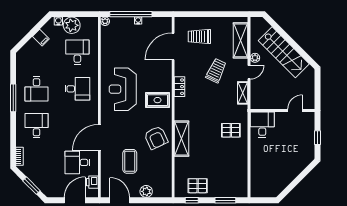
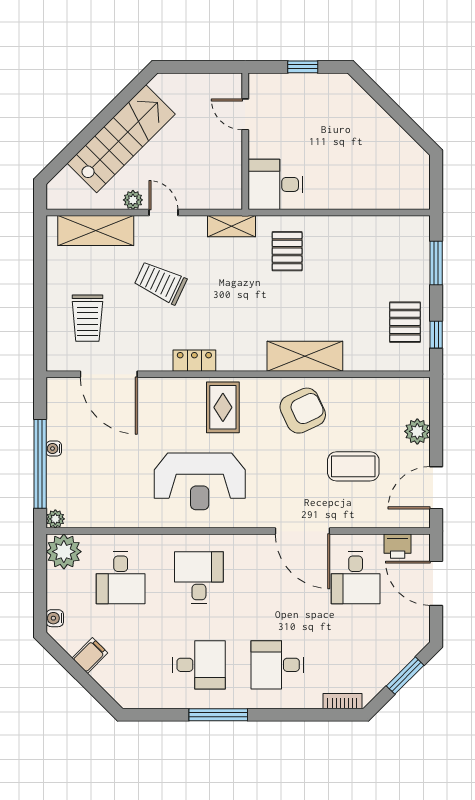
plant: (72, 25) -> (64, 552), moved
desk: (77, 52) -> (121, 578), turned -90
shelving: (243, 93) -> (231, 226), moved

